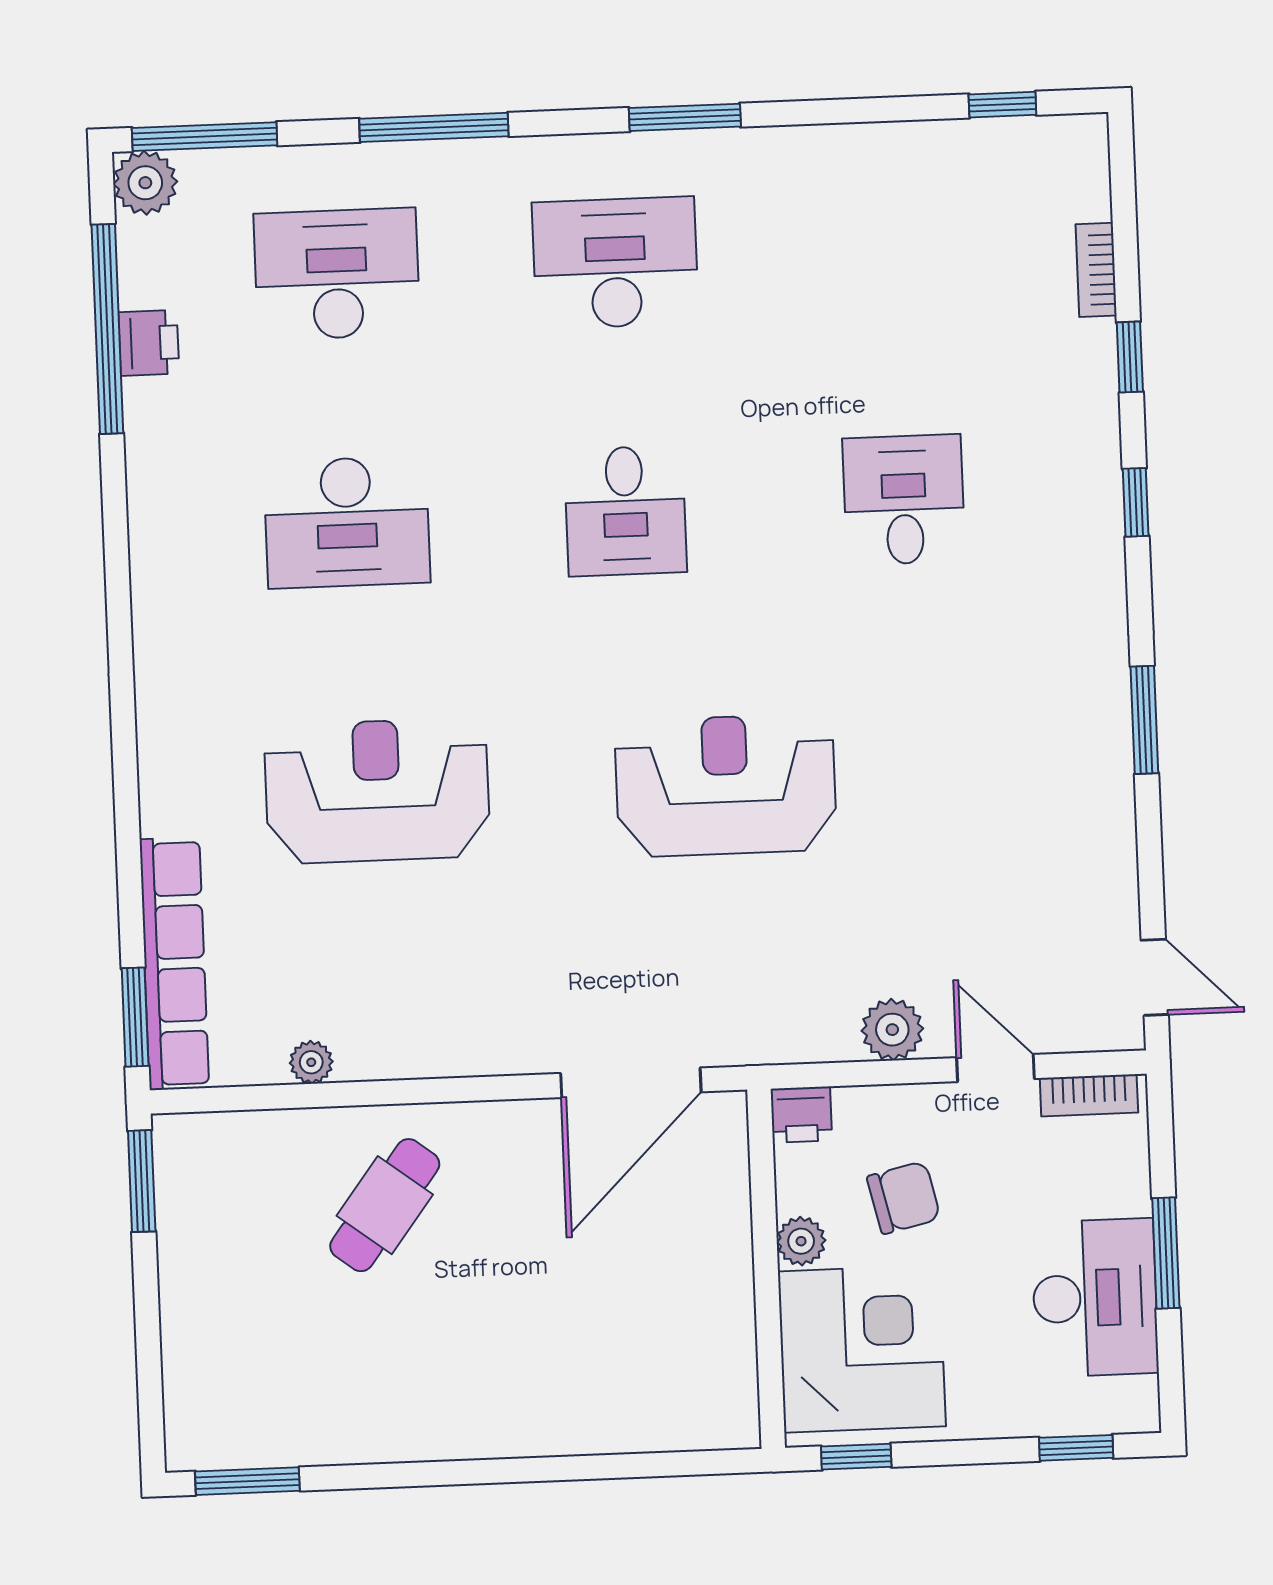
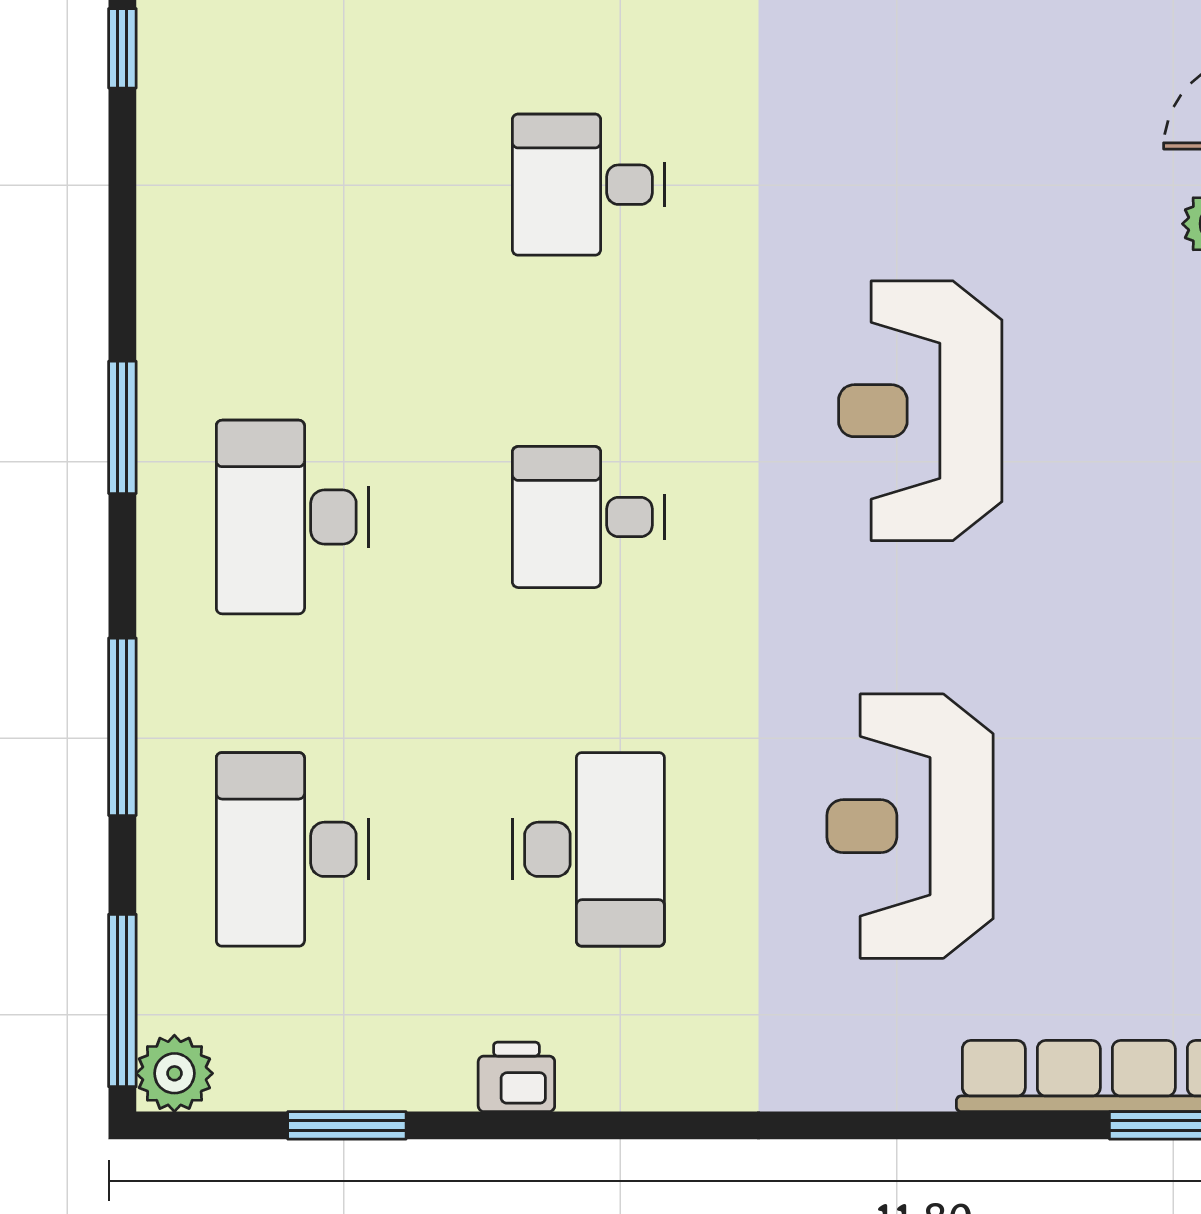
window: (107, 329) -> (347, 1125), width x0.47
printer: (149, 343) -> (516, 1077), moved
desk: (625, 511) -> (588, 517), turned 180

